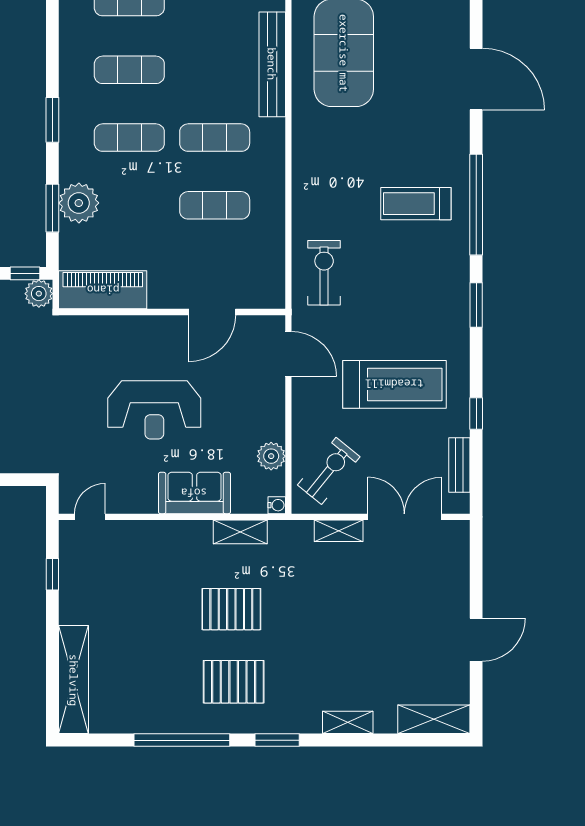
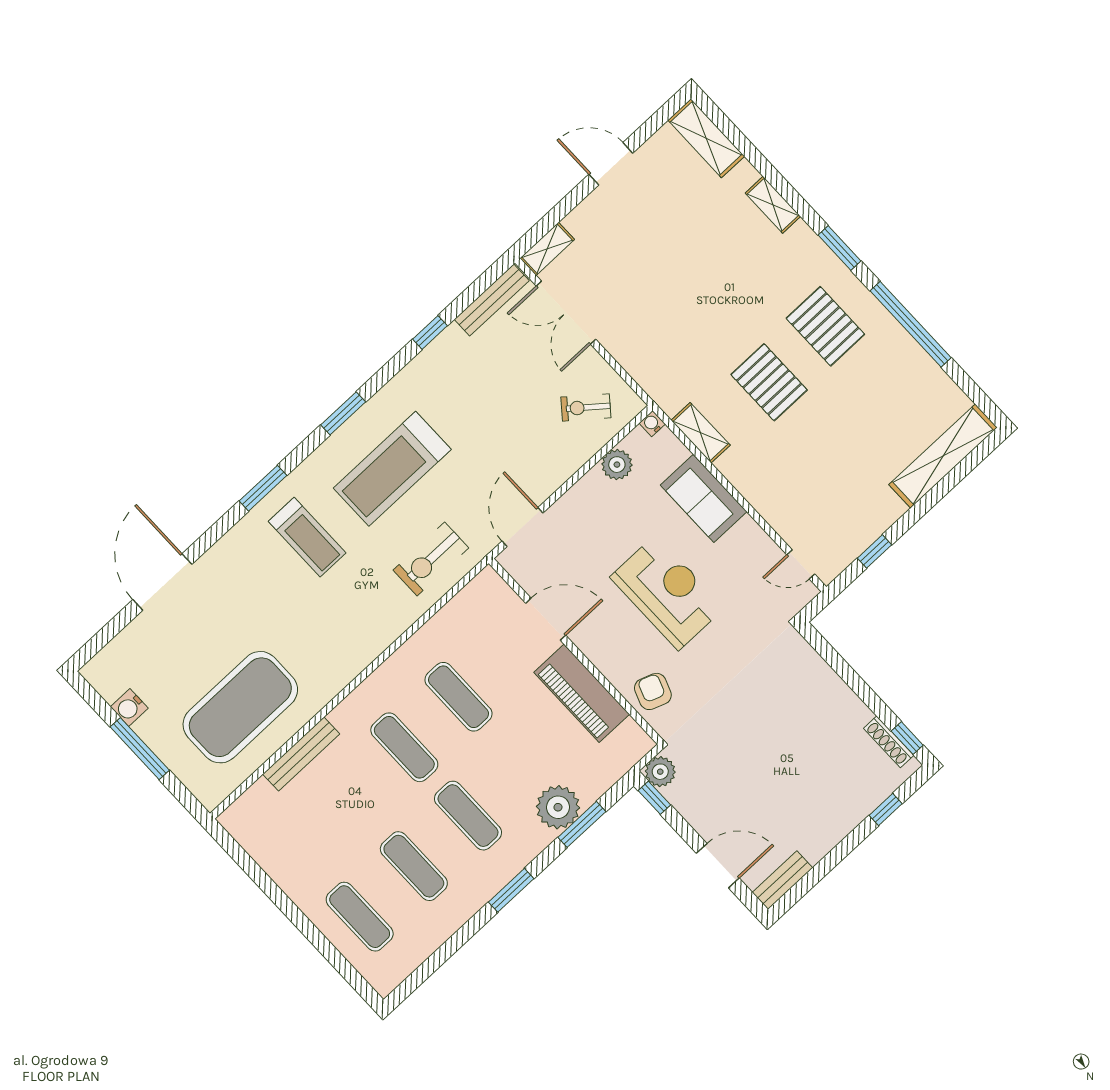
bench: (272, 64) -> (301, 754), width x0.73, depth x0.82
window: (476, 205) -> (263, 488), width x0.47
piano: (103, 290) -> (582, 693), moved
armchair: (97, 339) -> (653, 691), added
treadmill: (394, 384) -> (392, 469), moved, turned -90
bench: (459, 465) -> (492, 300), width x1.36
exercise bike: (329, 471) -> (586, 407), width x0.73, depth x0.72
shelving: (339, 531) -> (547, 249), moved, turned 90

